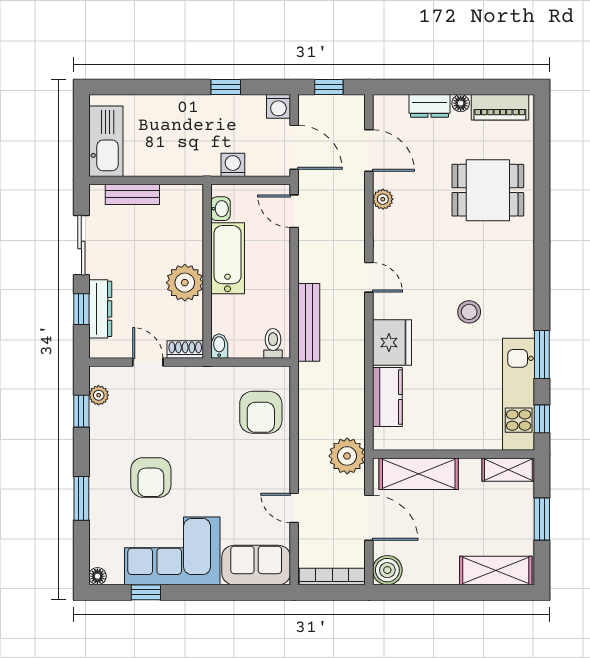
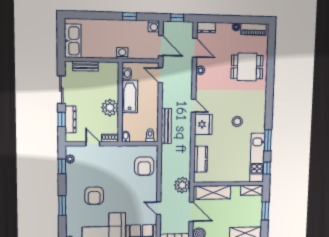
dresser: (430, 106) -> (206, 27), moved
washing machine: (233, 165) -> (122, 53), moved
fridge: (392, 342) -> (203, 124), moved

